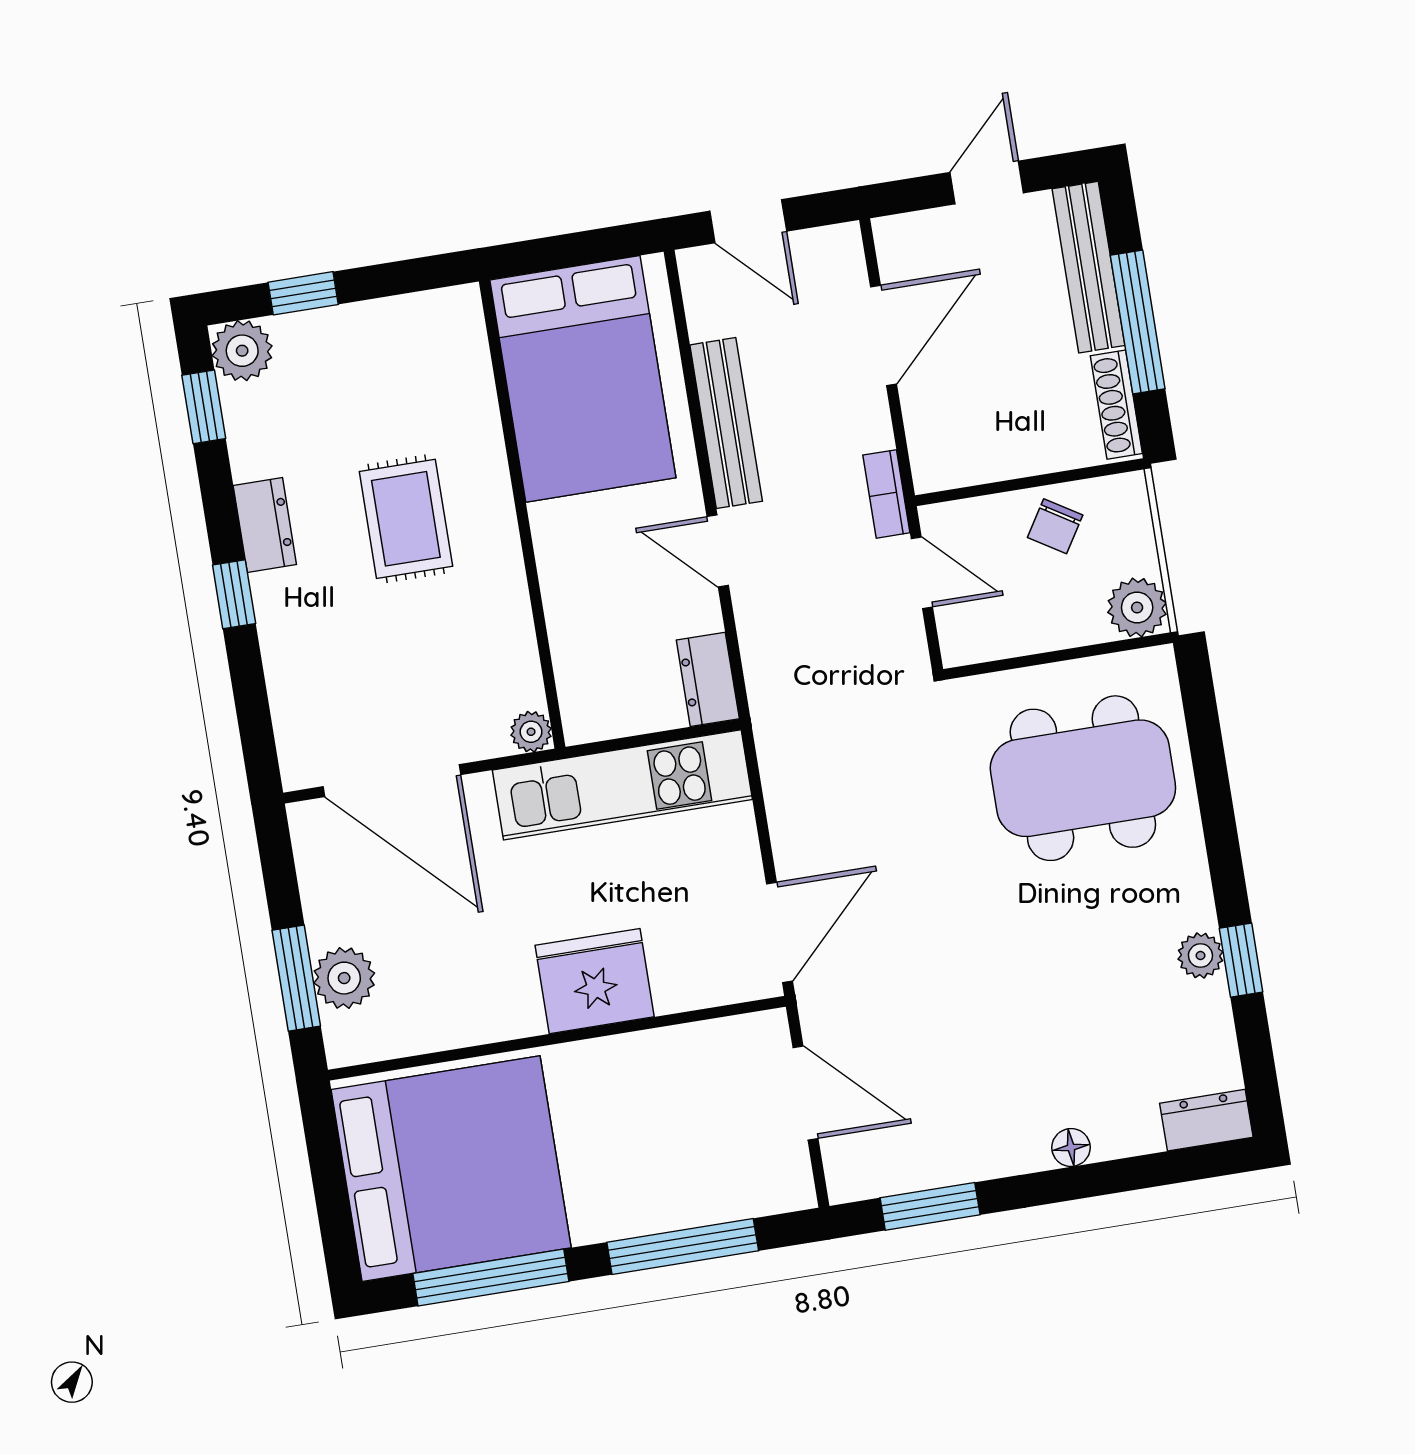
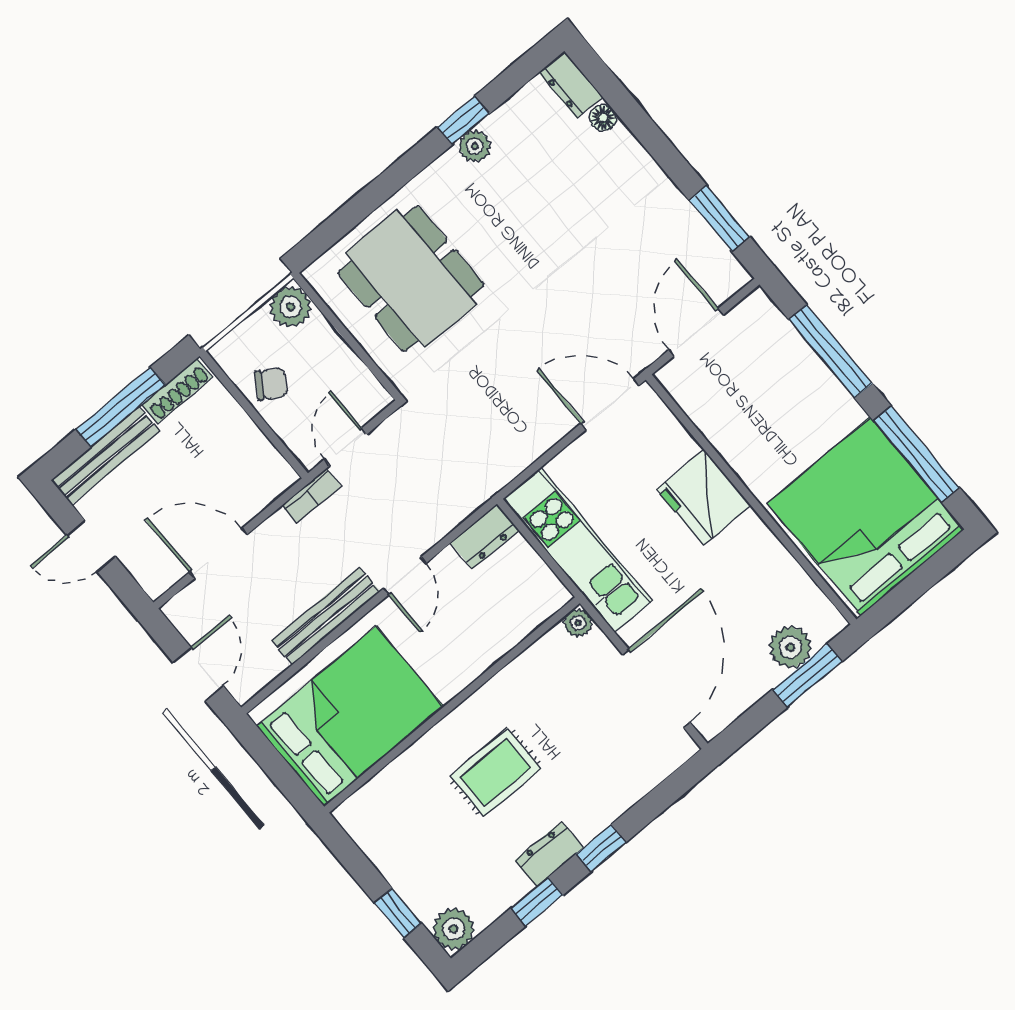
window: (204, 407) -> (537, 902), moved
floor lamp: (1071, 1147) -> (603, 118), moved

